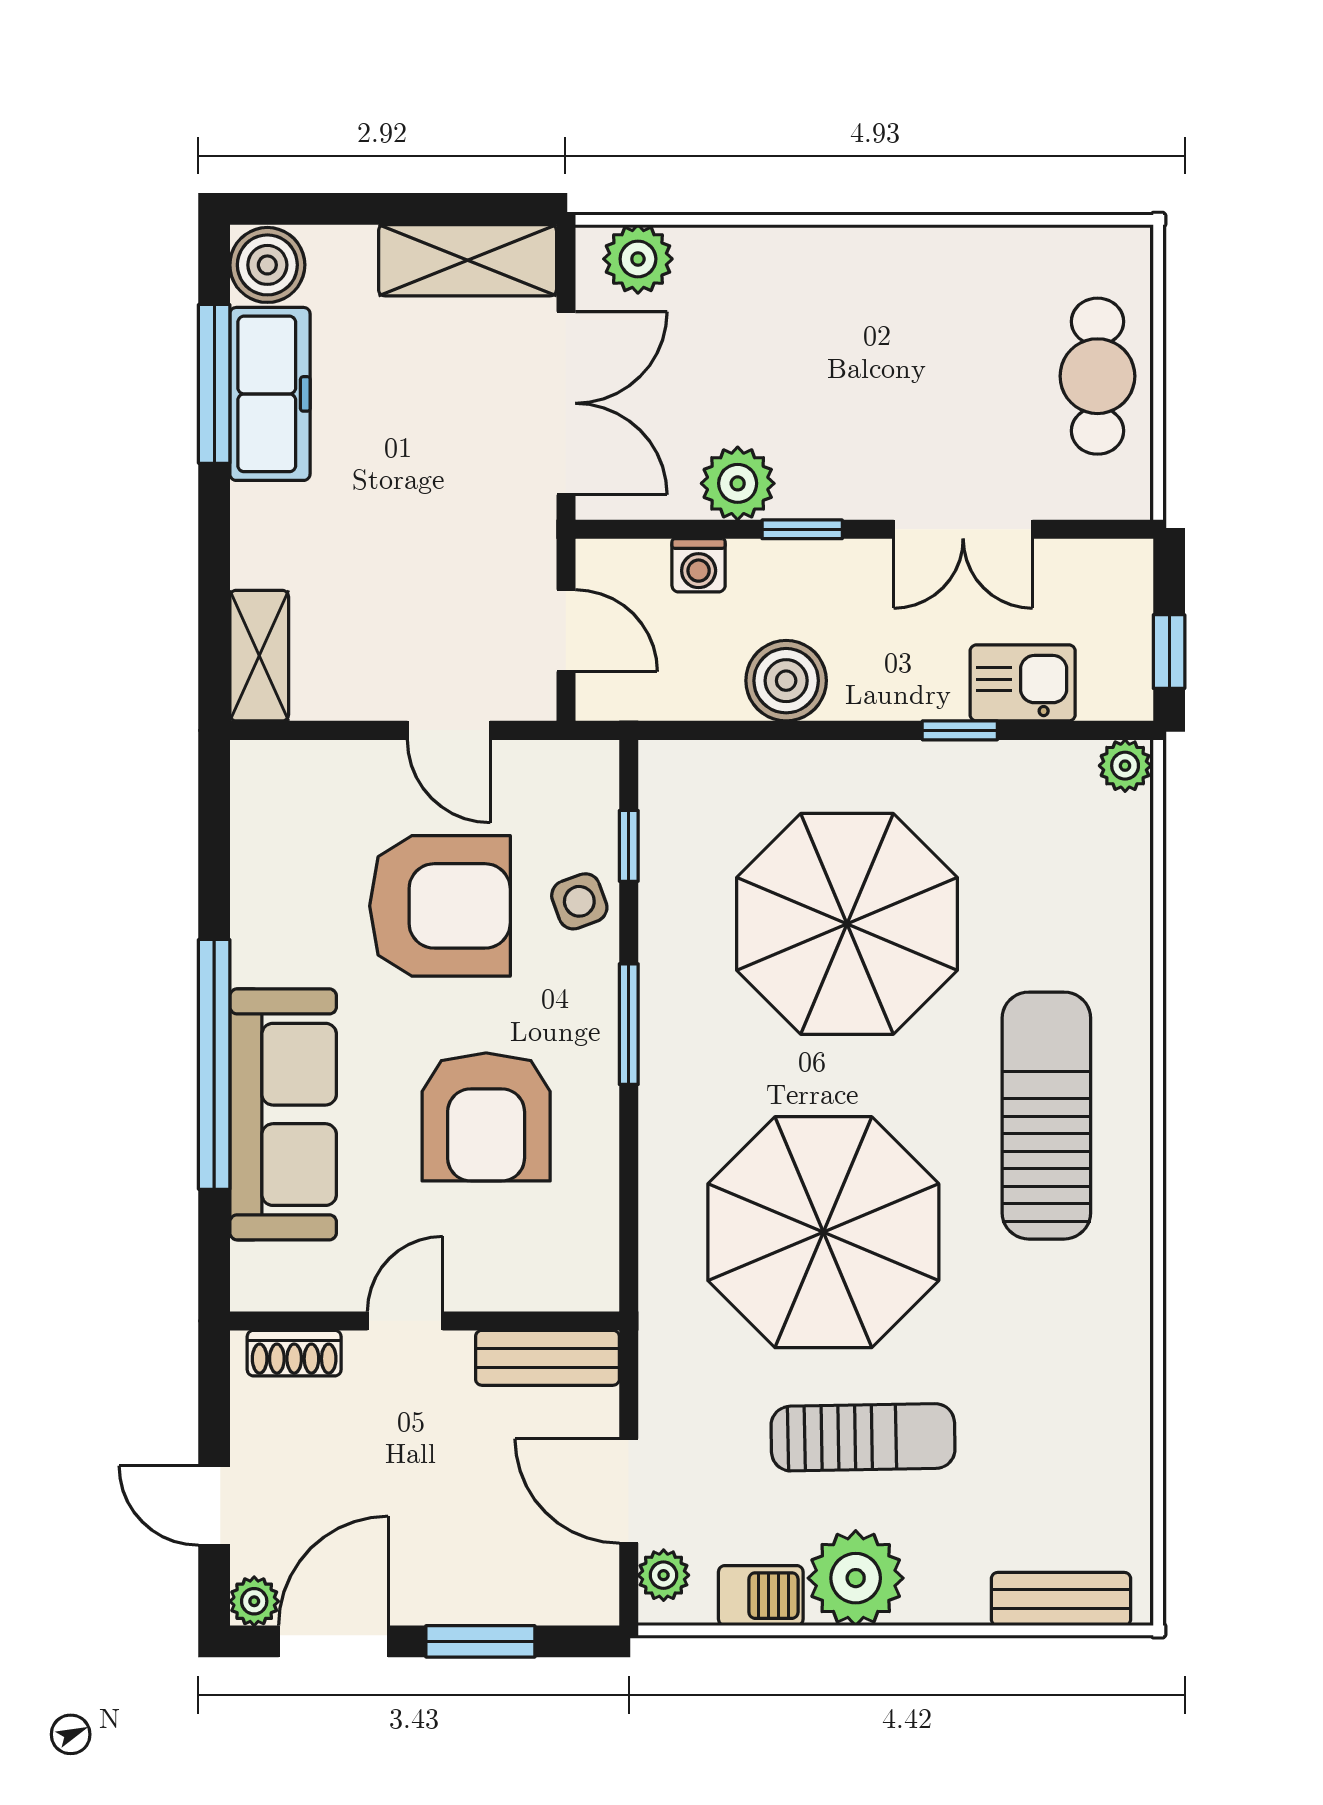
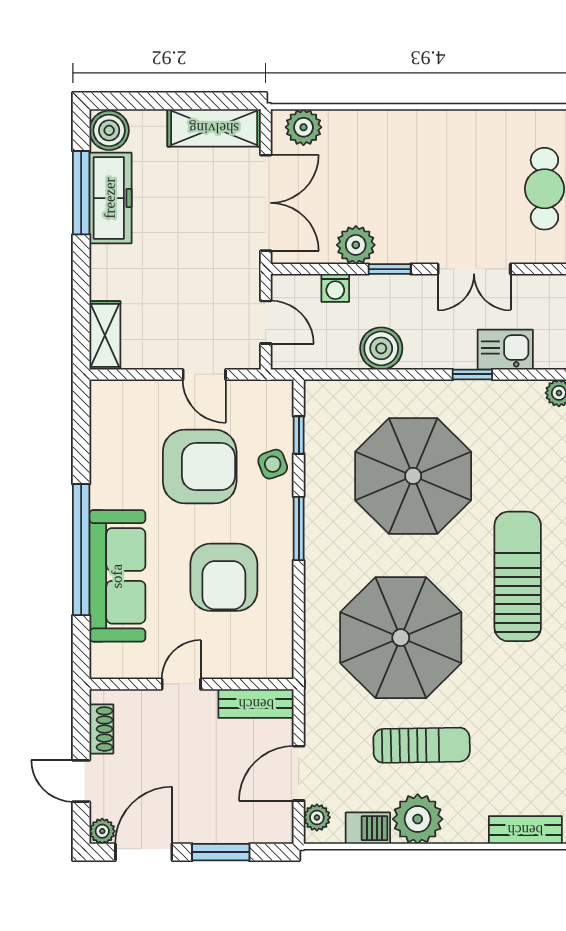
shoe rack: (294, 1353) -> (101, 729), moved, turned -90
door: (629, 1491) -> (299, 773), hinge flipped

